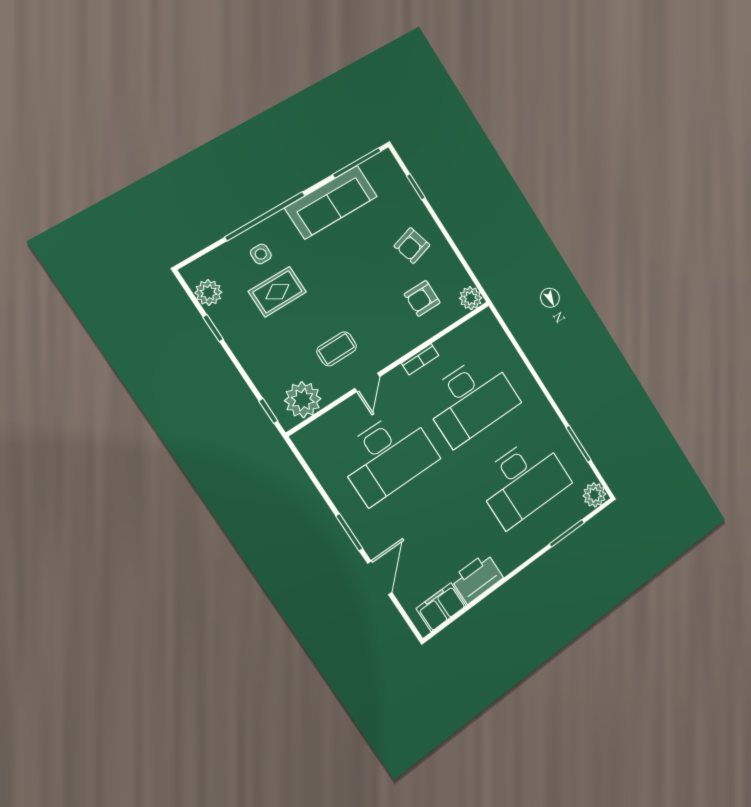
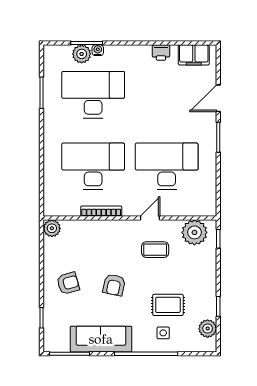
armchair: (422, 298) -> (114, 285), moved, turned 102
bookcase: (420, 359) -> (101, 211), width x1.56
plant: (594, 495) -> (82, 54), moved
water cooler: (550, 534) -> (98, 50), added
printer: (477, 578) -> (161, 53), width x0.53, depth x0.68

